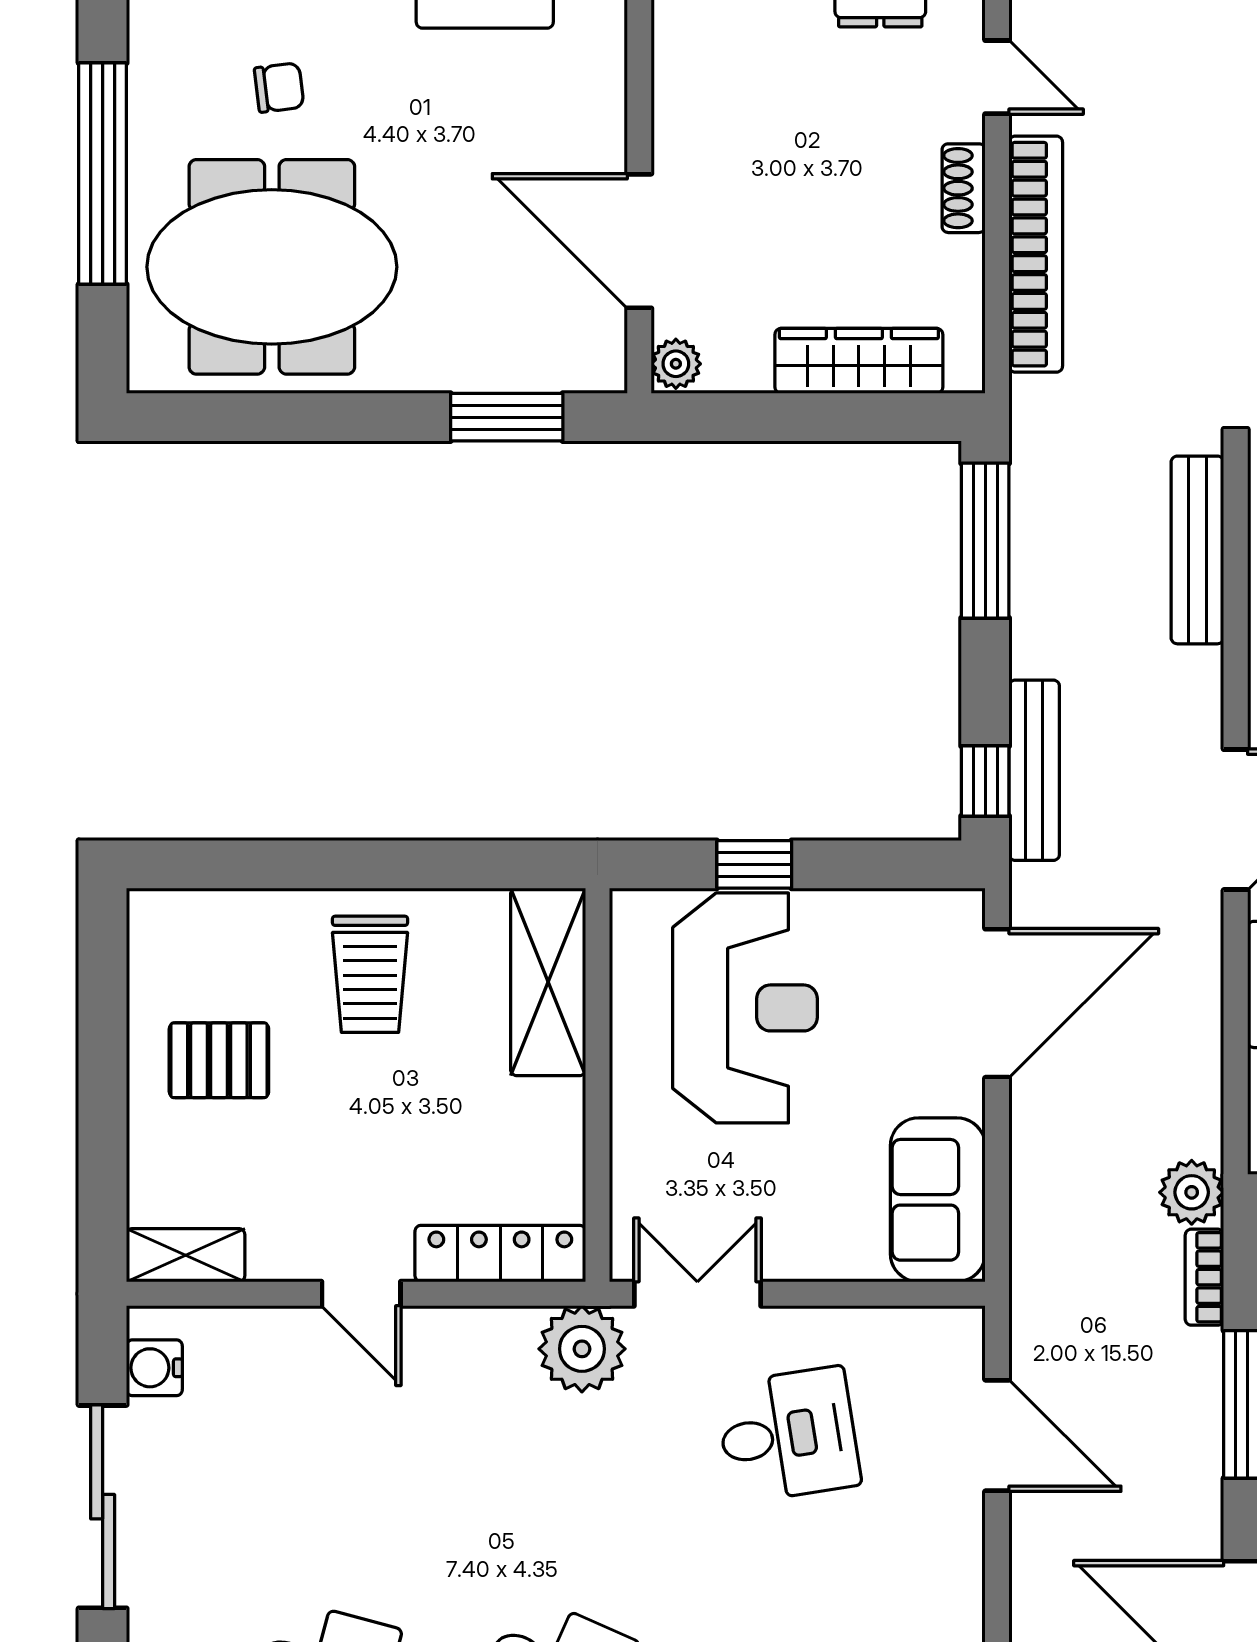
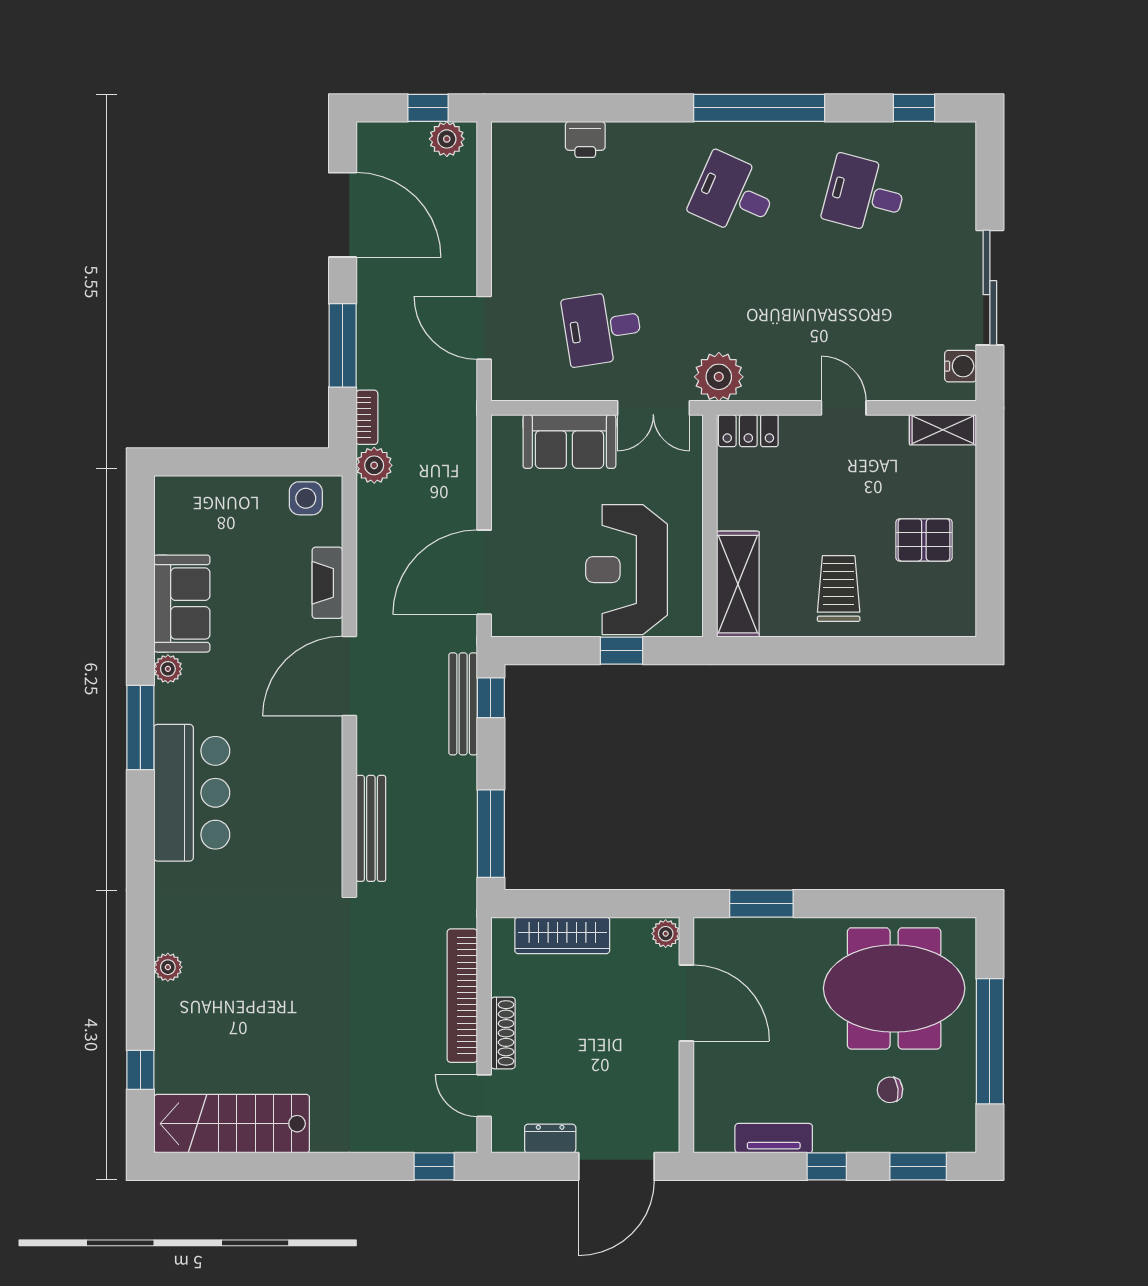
shoe rack: (964, 188) -> (503, 1033), width x1.43
sofa: (938, 1200) -> (569, 442), moved, turned 90
locker: (500, 1254) -> (748, 431), width x0.66

